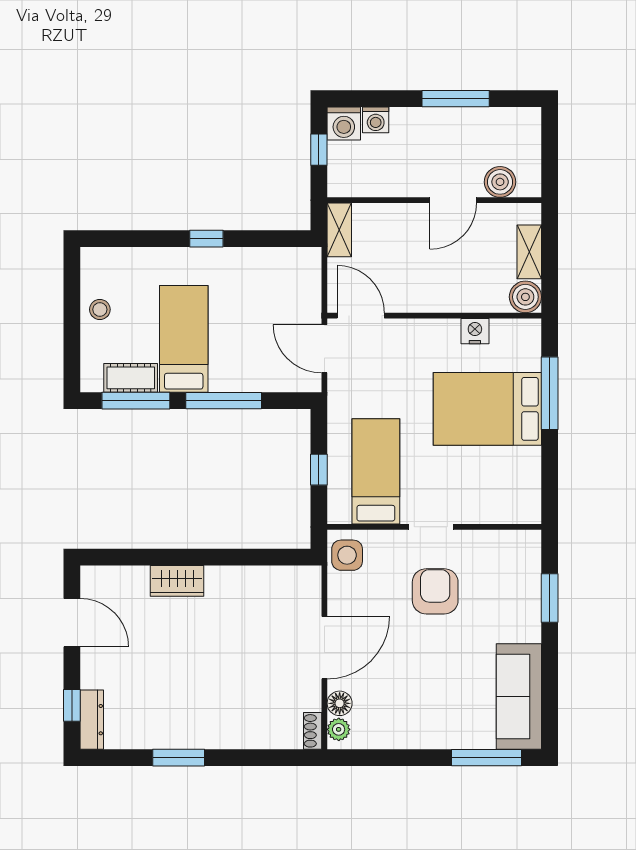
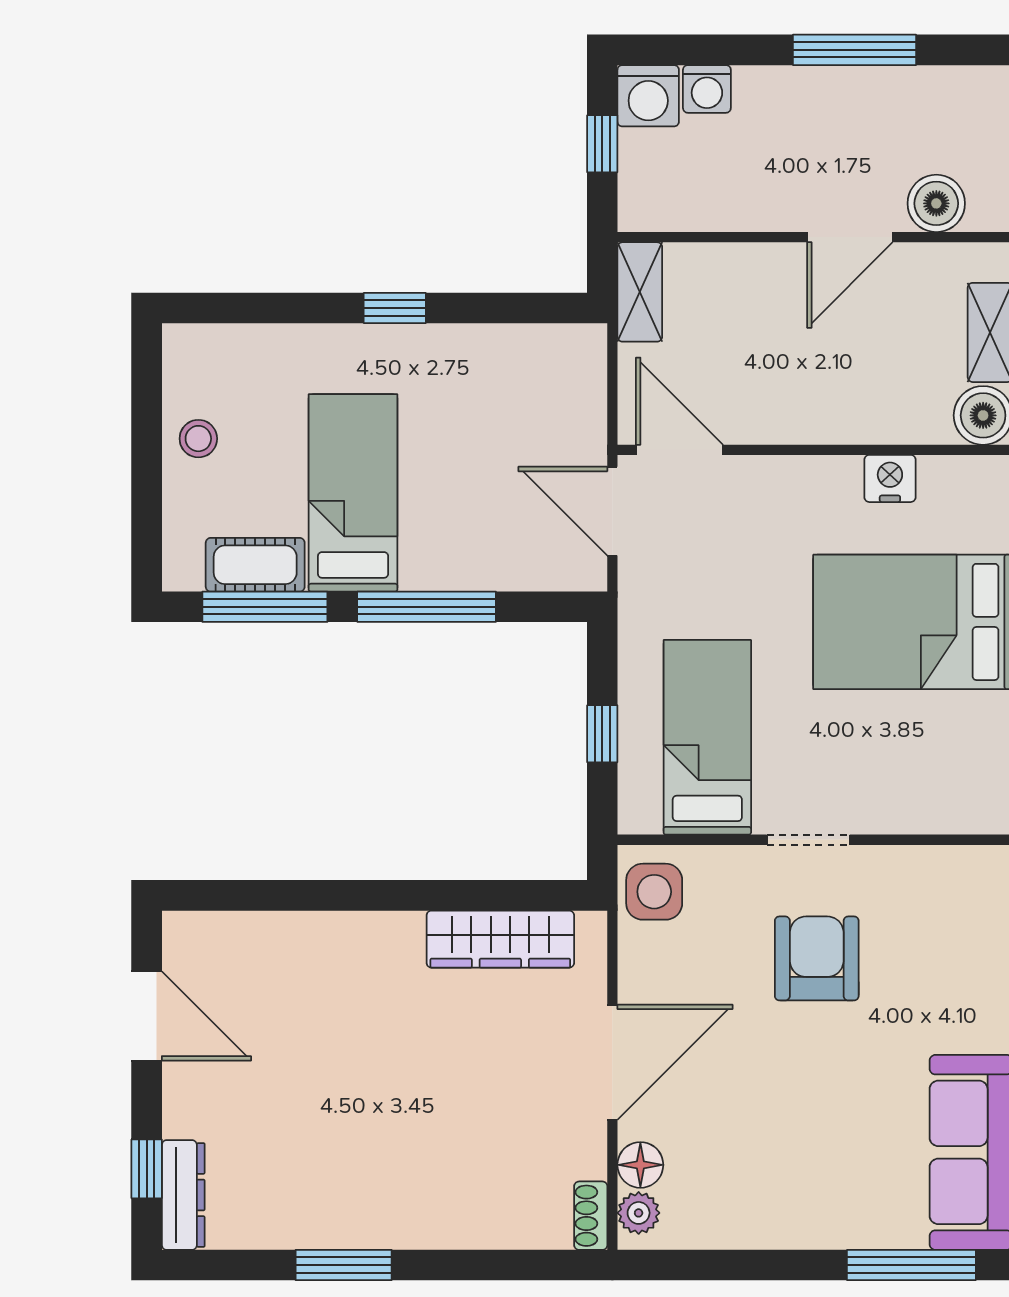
wardrobe: (177, 581) -> (500, 939), moved, width x1.50

